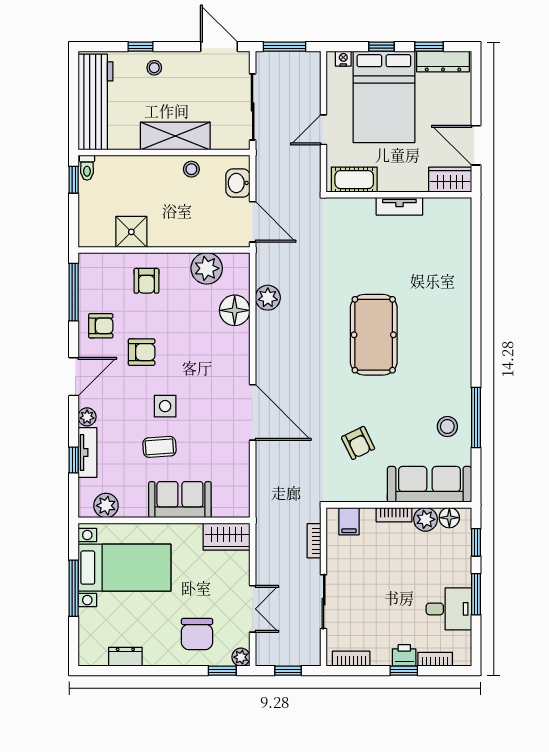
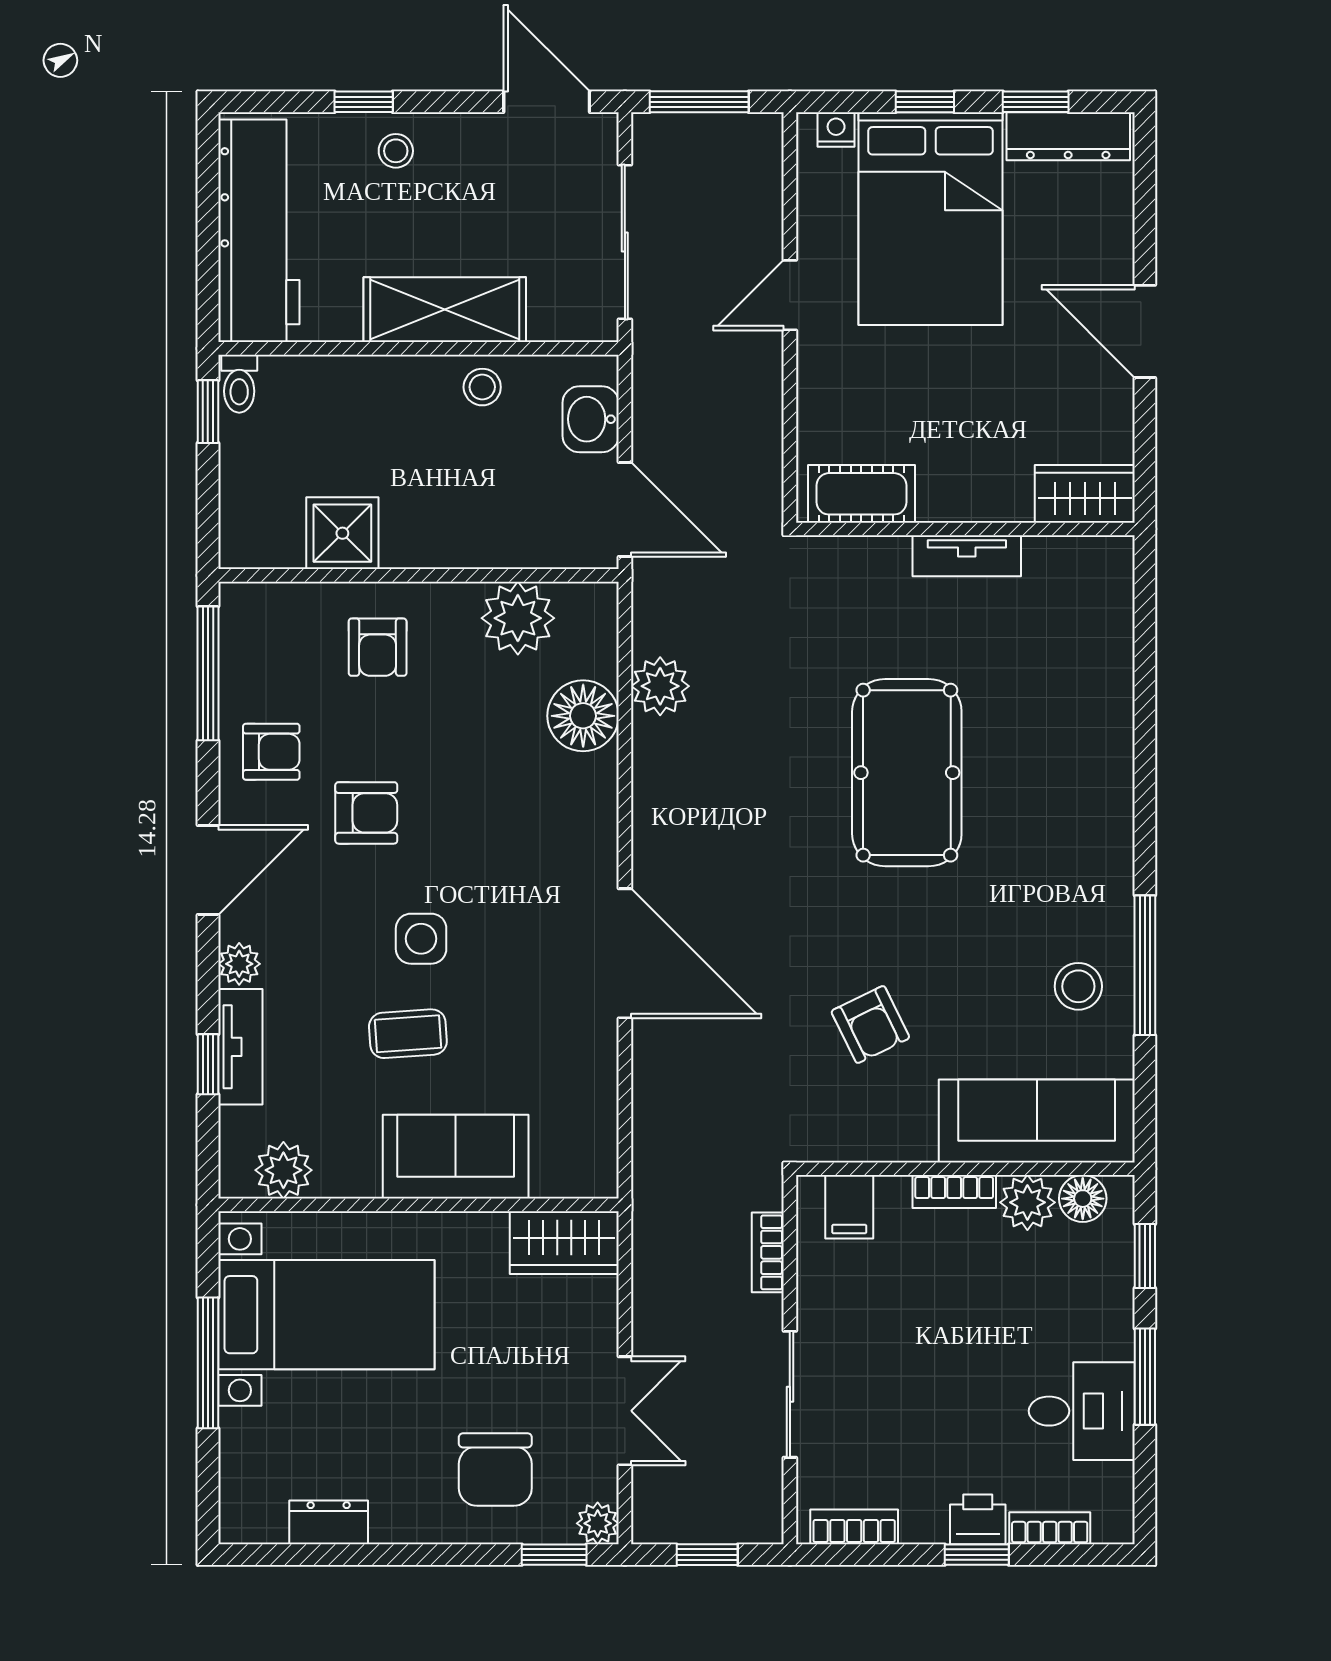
cot: (354, 180) -> (861, 494), moved
wardrobe: (450, 180) -> (1085, 494), moved
wall: (399, 195) -> (965, 529), moved
tv unit: (399, 206) -> (967, 556), moved

